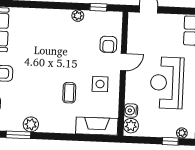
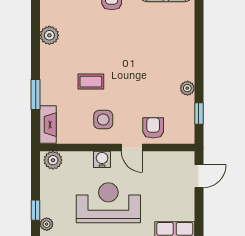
armchair: (108, 44) -> (153, 128), turned 90
water cooler: (131, 110) -> (102, 159), moved
fireplace: (97, 126) -> (48, 125), width x0.73, depth x0.76
window: (18, 135) -> (36, 94), moved

